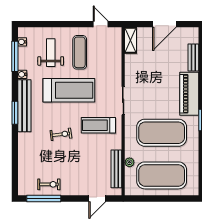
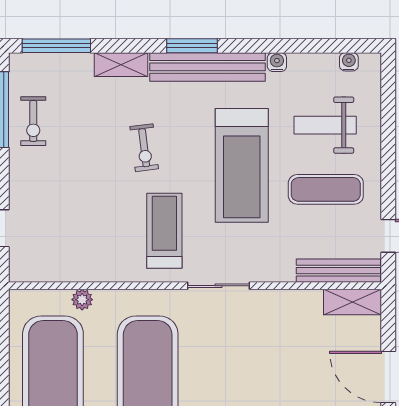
weight bench: (51, 53) -> (325, 125), turned 180
window: (15, 56) -> (56, 46), moved
shelving: (23, 145) -> (121, 65), added
bench: (116, 169) -> (338, 271), moved

